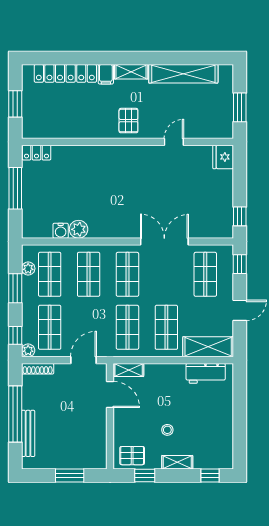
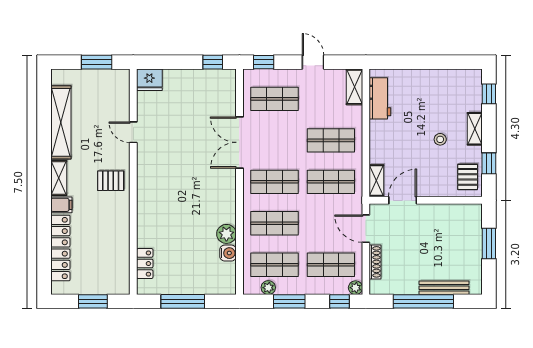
locker: (36, 153) -> (145, 264), moved
shelving: (208, 347) -> (354, 87), width x0.67, depth x0.75
shoe rack: (38, 369) -> (375, 262), moved

